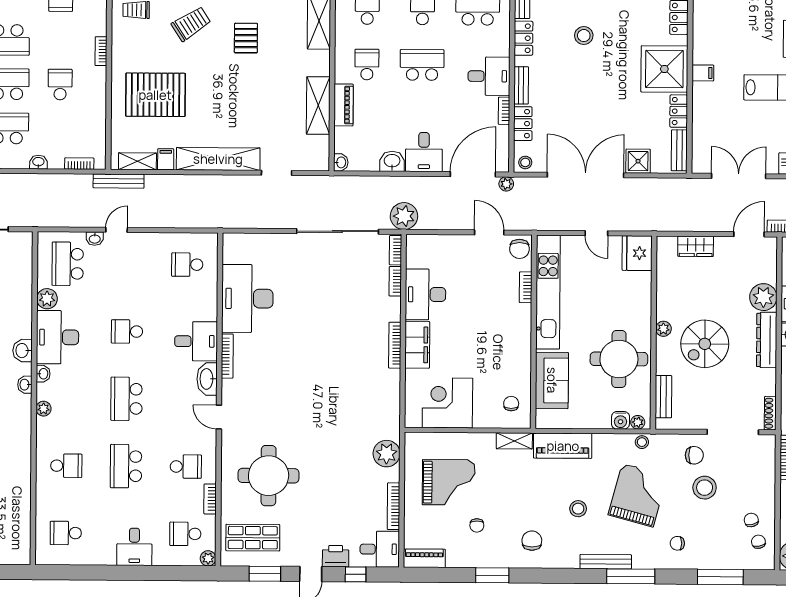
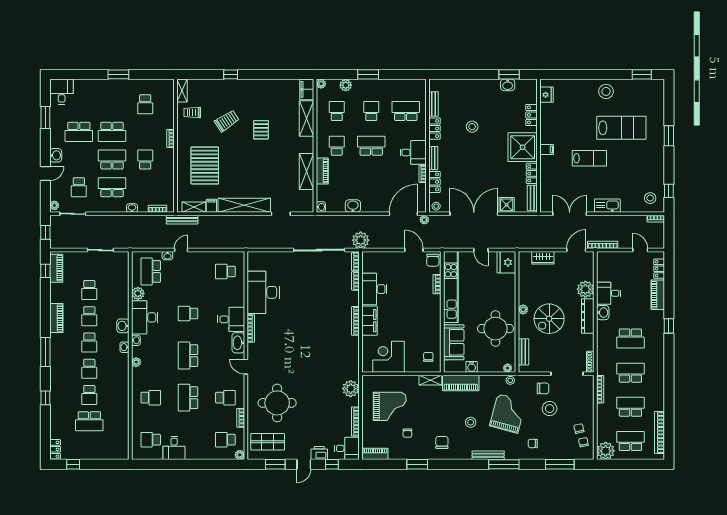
pallet: (155, 95) -> (205, 166), turned 90
desk: (424, 152) -> (373, 200), removed
water cooler: (621, 420) -> (472, 367), moved
desk: (134, 547) -> (174, 448), moved

